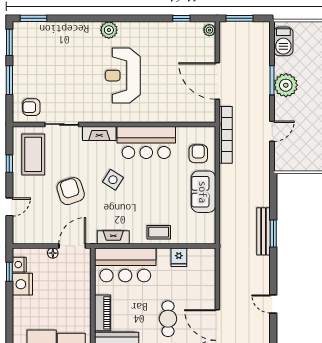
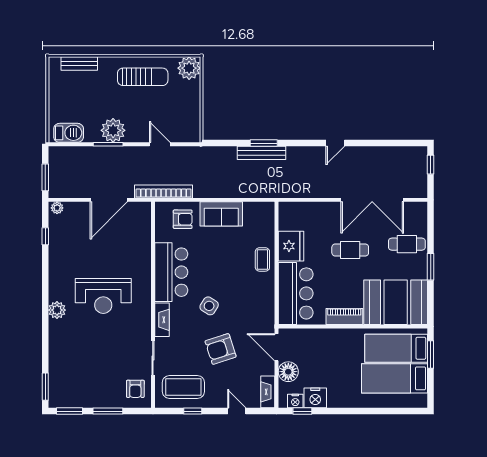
armchair: (198, 154) -> (183, 219), turned 180
fireplace: (113, 237) -> (268, 392), moved
floor lamp: (53, 253) -> (288, 372), width x1.89, depth x1.89
fridge: (179, 257) -> (291, 246), width x1.88, depth x1.34

